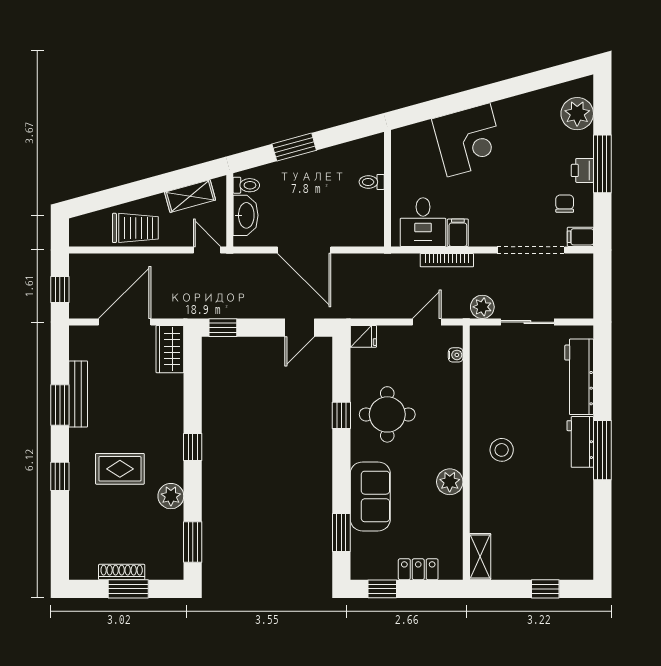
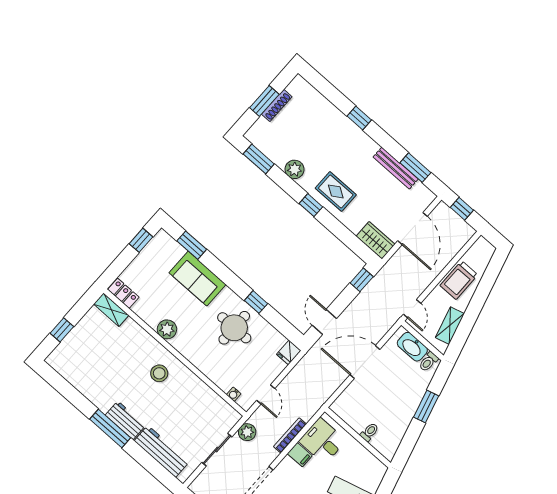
door: (207, 250) -> (412, 309), hinge flipped
window: (60, 405) -> (415, 168), moved
rug: (120, 469) -> (336, 191), moved, turned 90
locker: (418, 569) -> (123, 293), moved, turned -90

